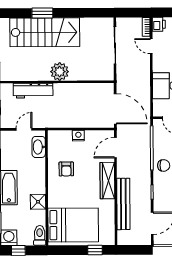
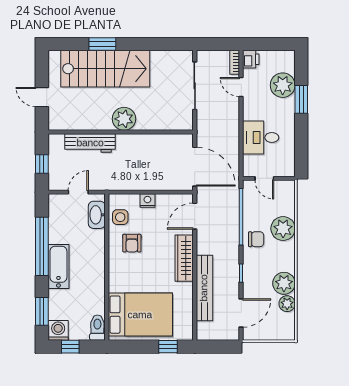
side table: (57, 149) -> (120, 217), added
shower: (38, 202) -> (96, 285), removed

